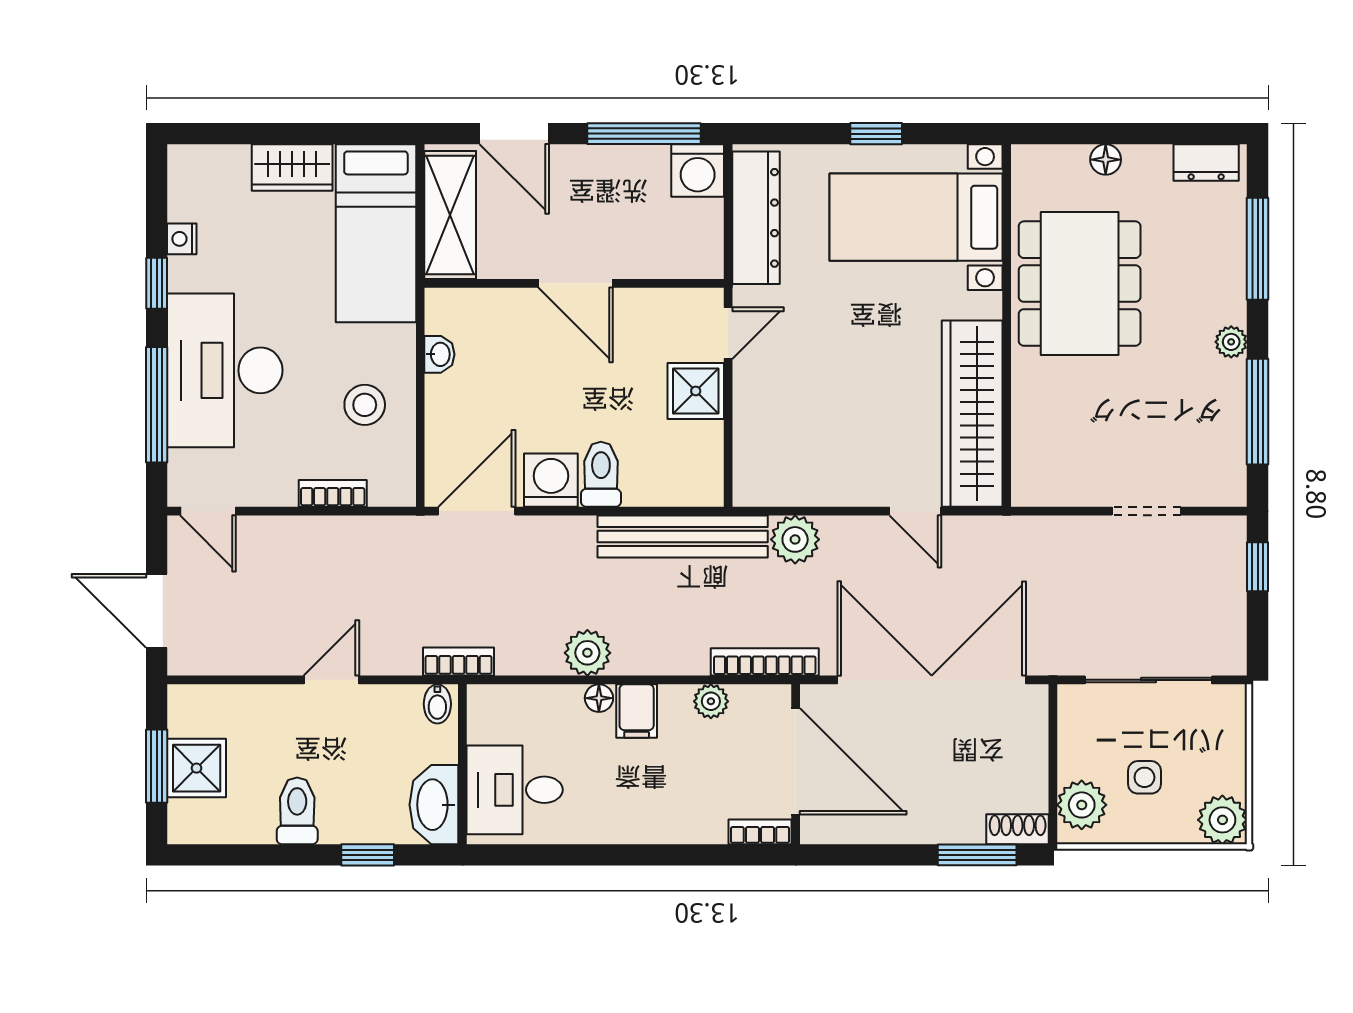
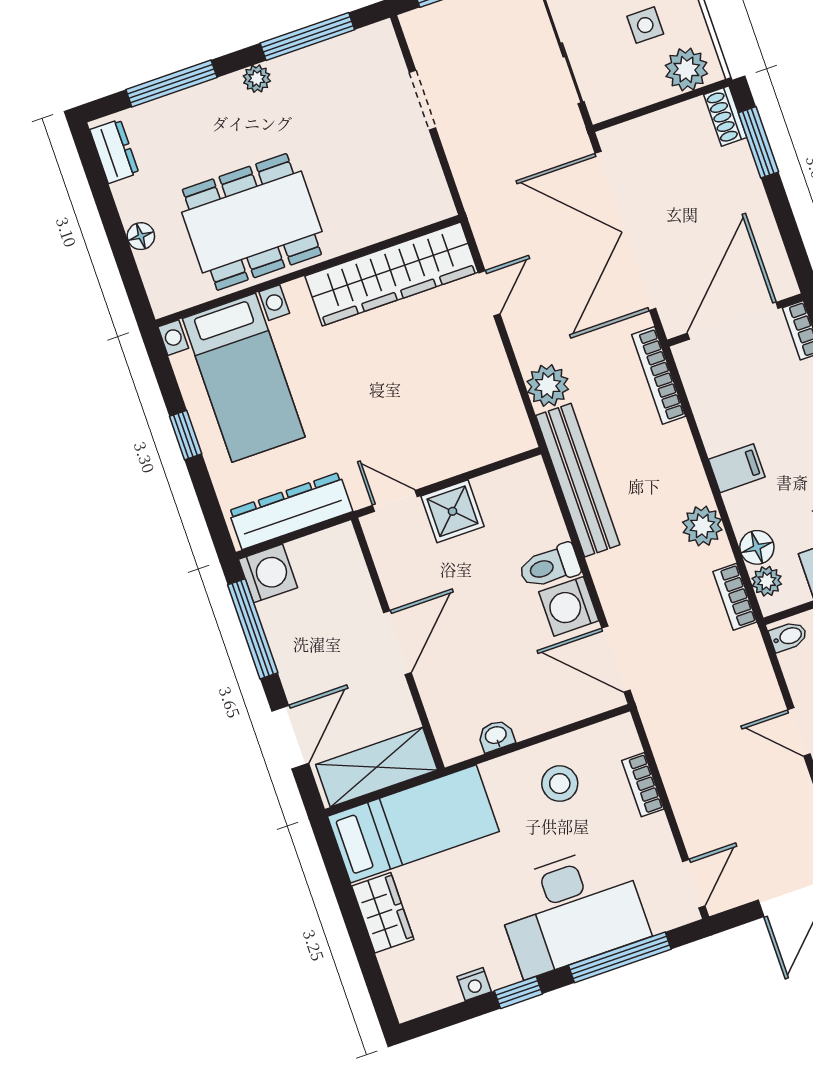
bookcase: (459, 662) -> (735, 597), moved
floor lamp: (599, 698) -> (757, 547), moved, width x1.37, depth x1.37
plant: (711, 701) -> (767, 581), moved

